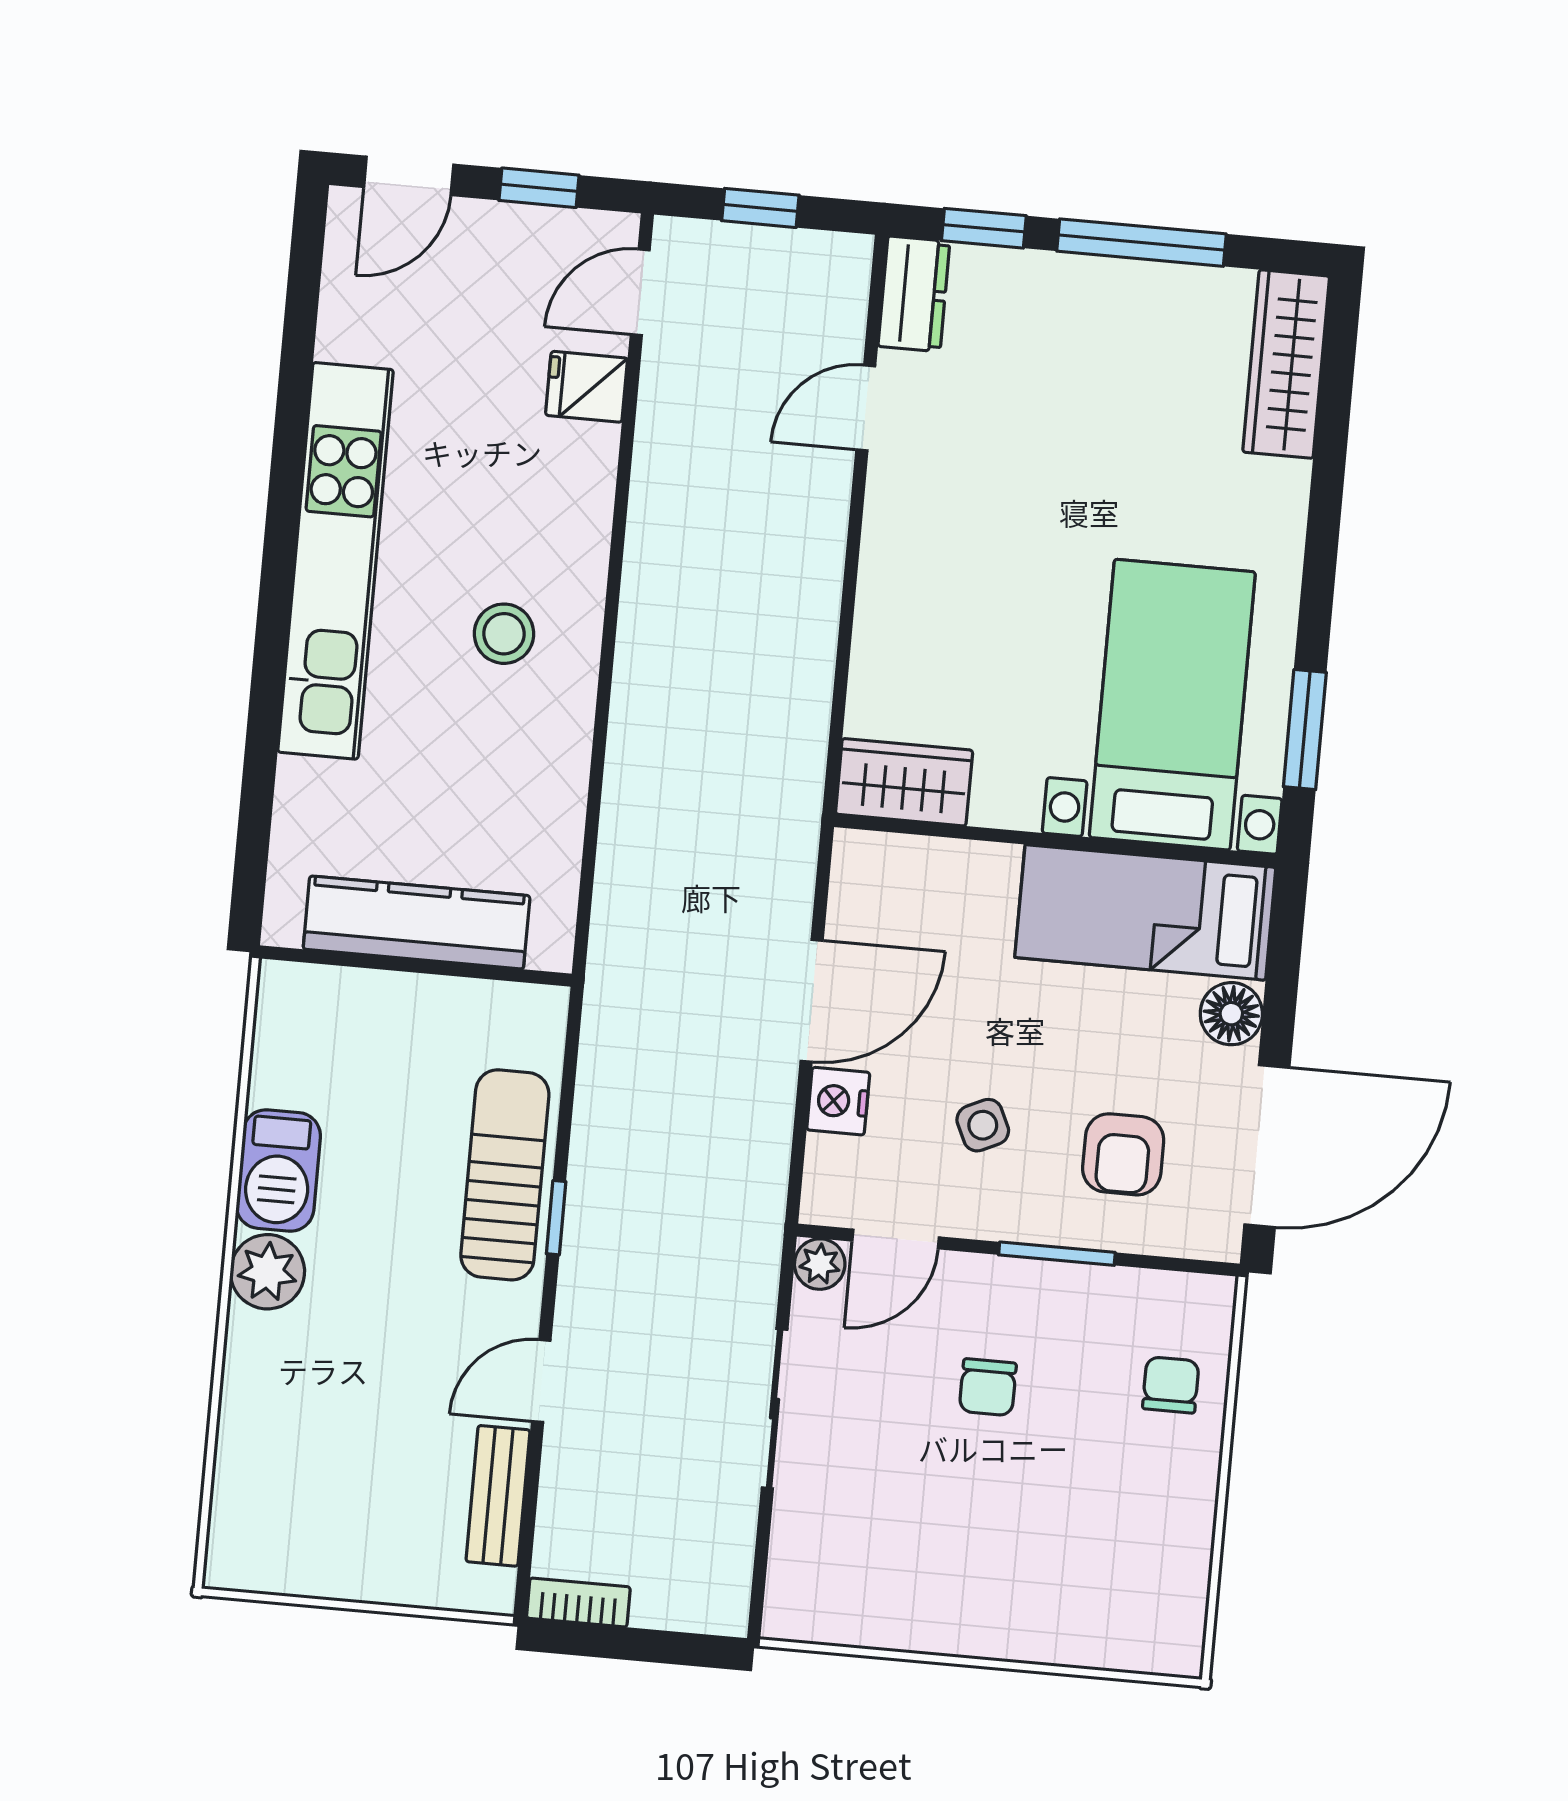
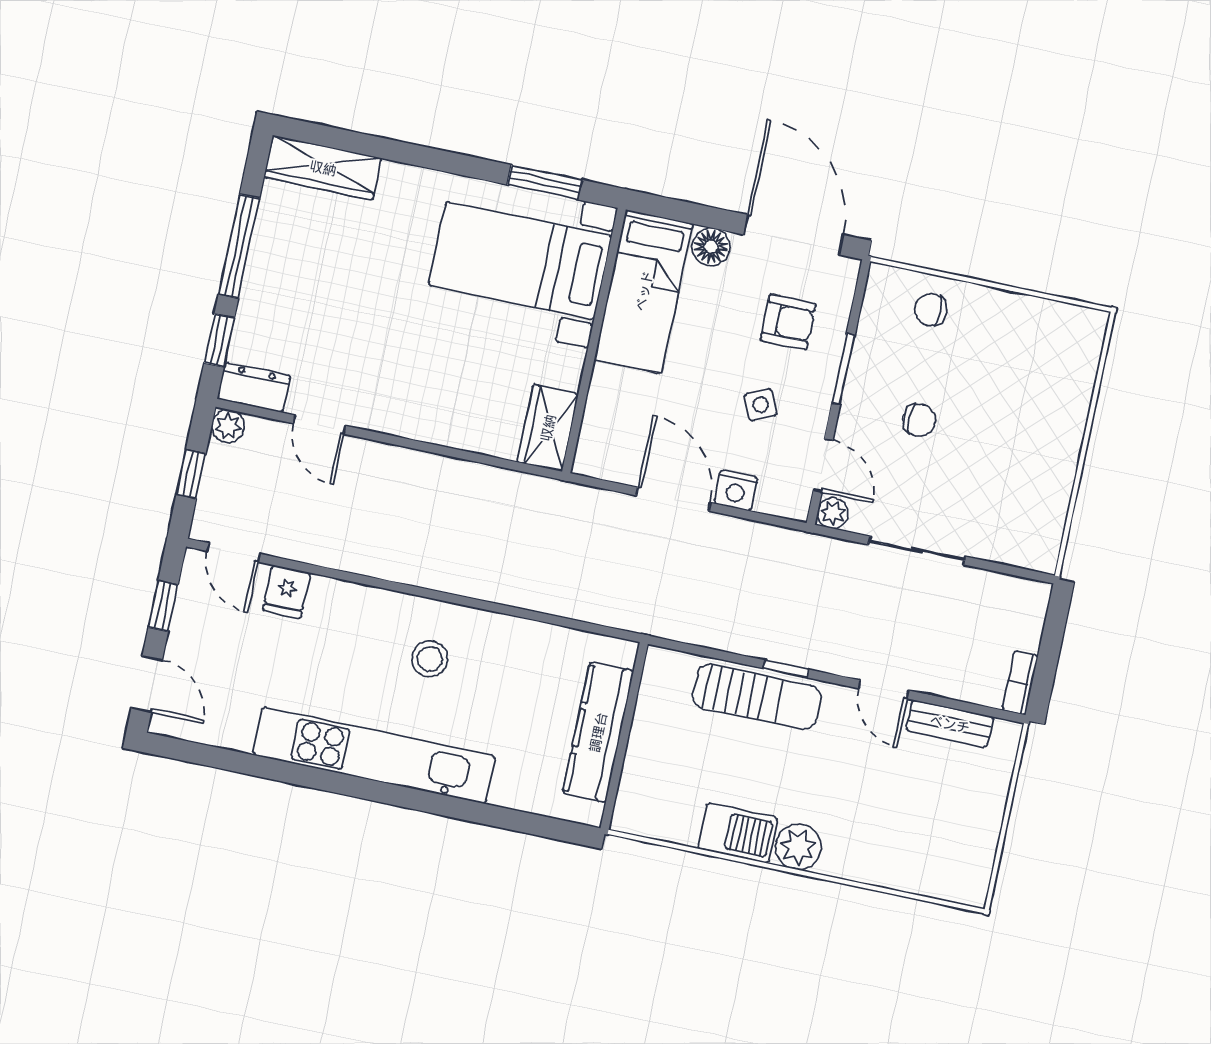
plant: (846, 259) -> (228, 426), added
sun lounger: (505, 1175) -> (757, 697), turned 180

